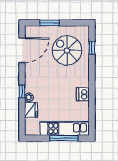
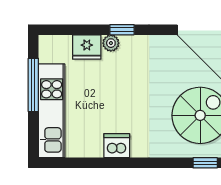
window: (64, 138) -> (33, 85), moved

